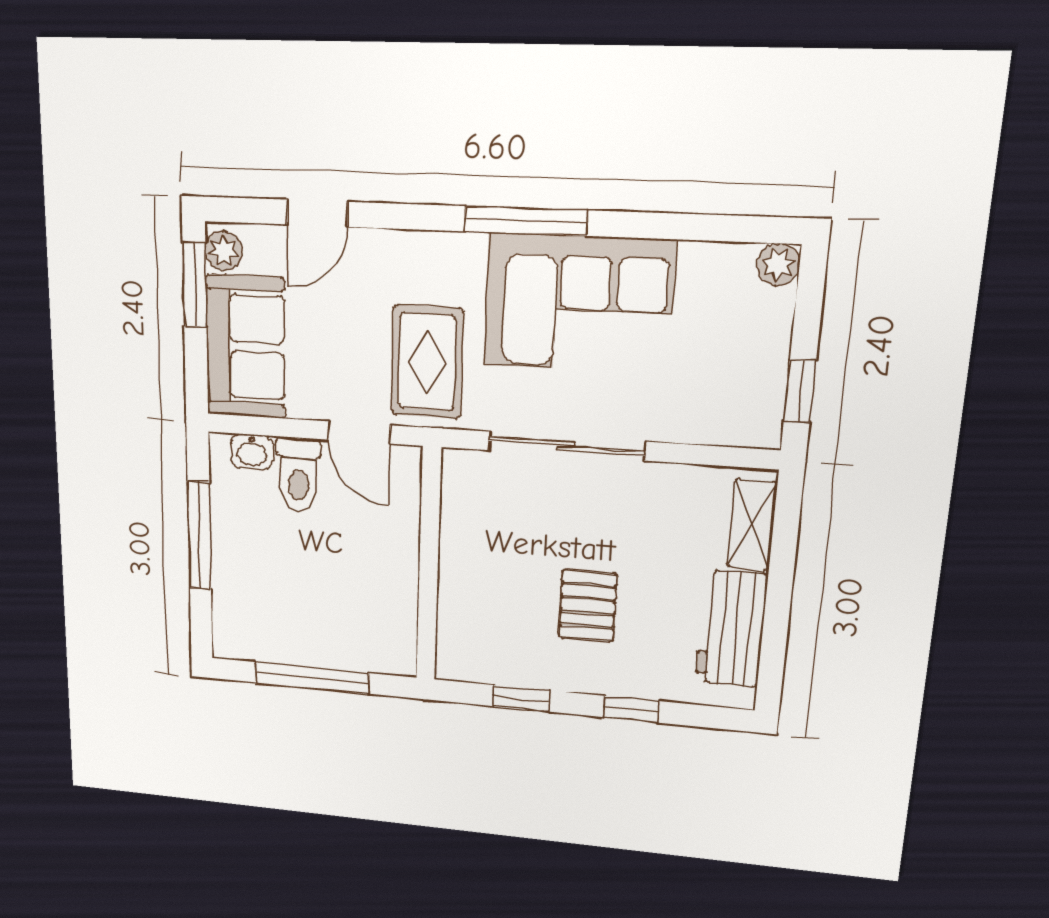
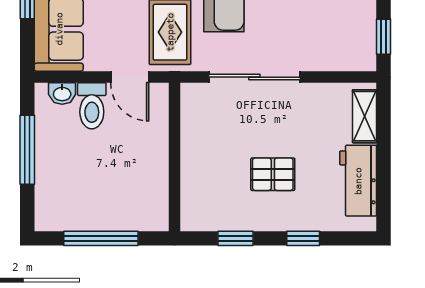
pallet: (588, 606) -> (273, 174), turned 90

